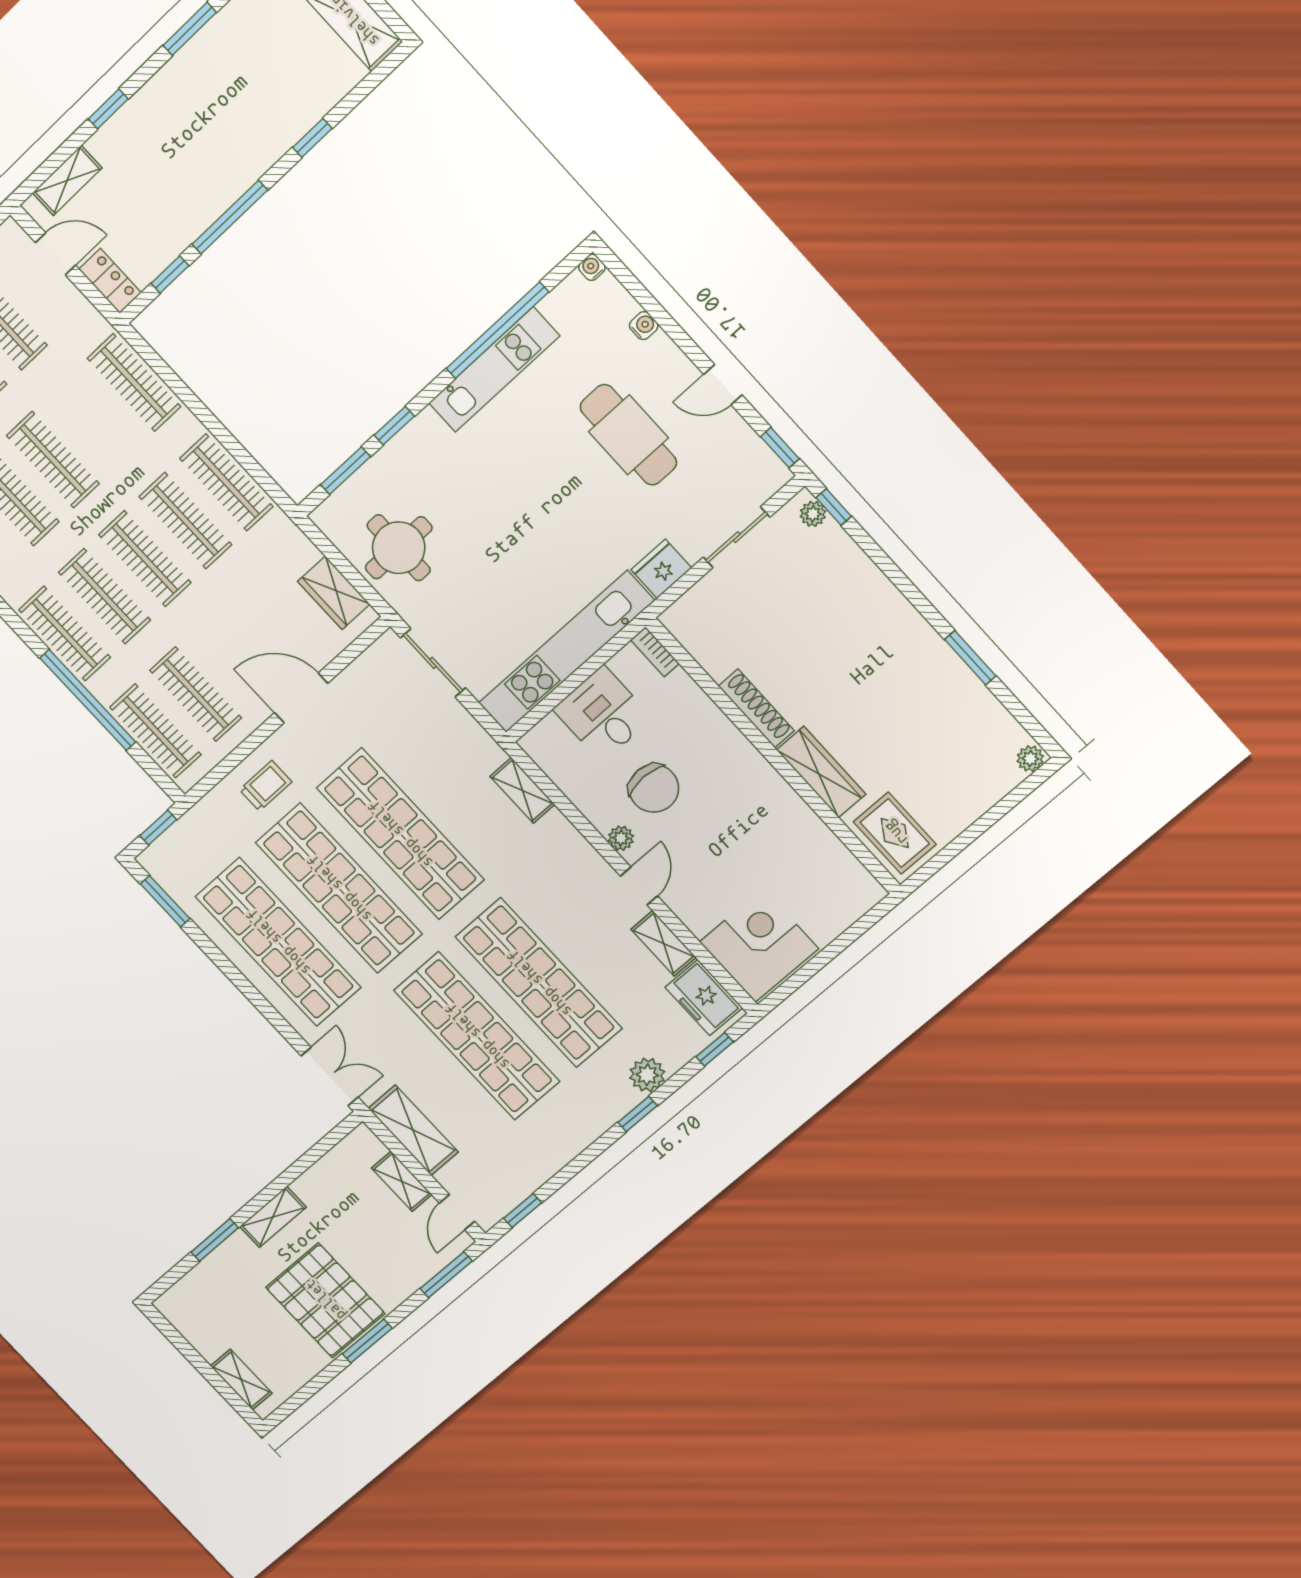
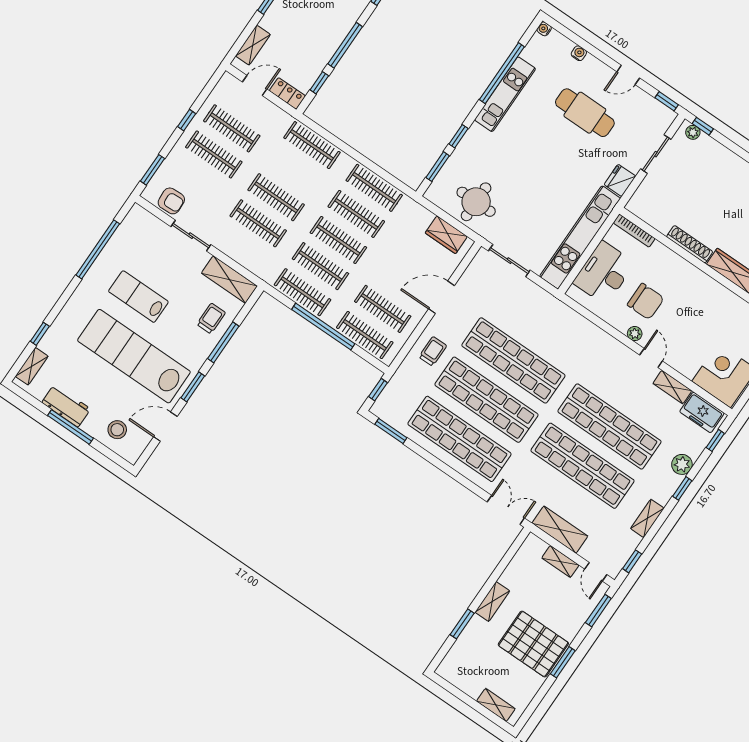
bookcase: (655, 652) -> (634, 231), width x1.56
desk: (603, 714) -> (604, 273), width x1.37
shelving: (522, 790) -> (647, 518), moved, turned 90

